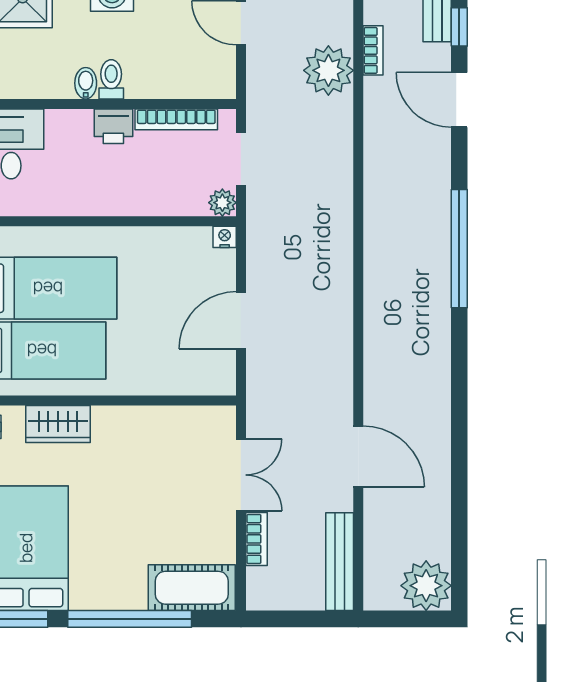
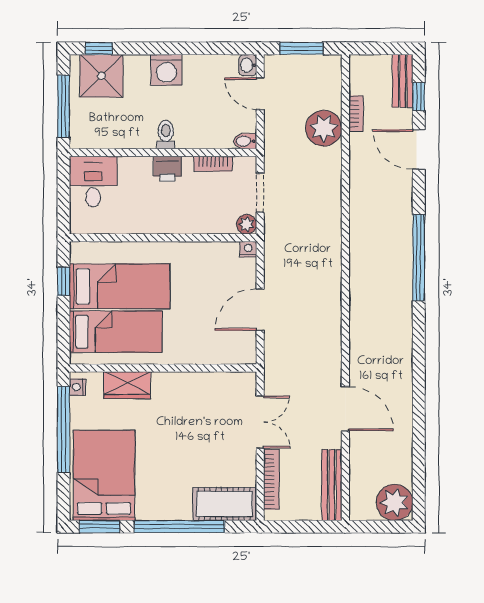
bidet: (86, 83) -> (245, 141), moved, turned -90
bookcase: (176, 119) -> (213, 164), width x0.64
bookcase: (256, 539) -> (271, 479), width x1.56

